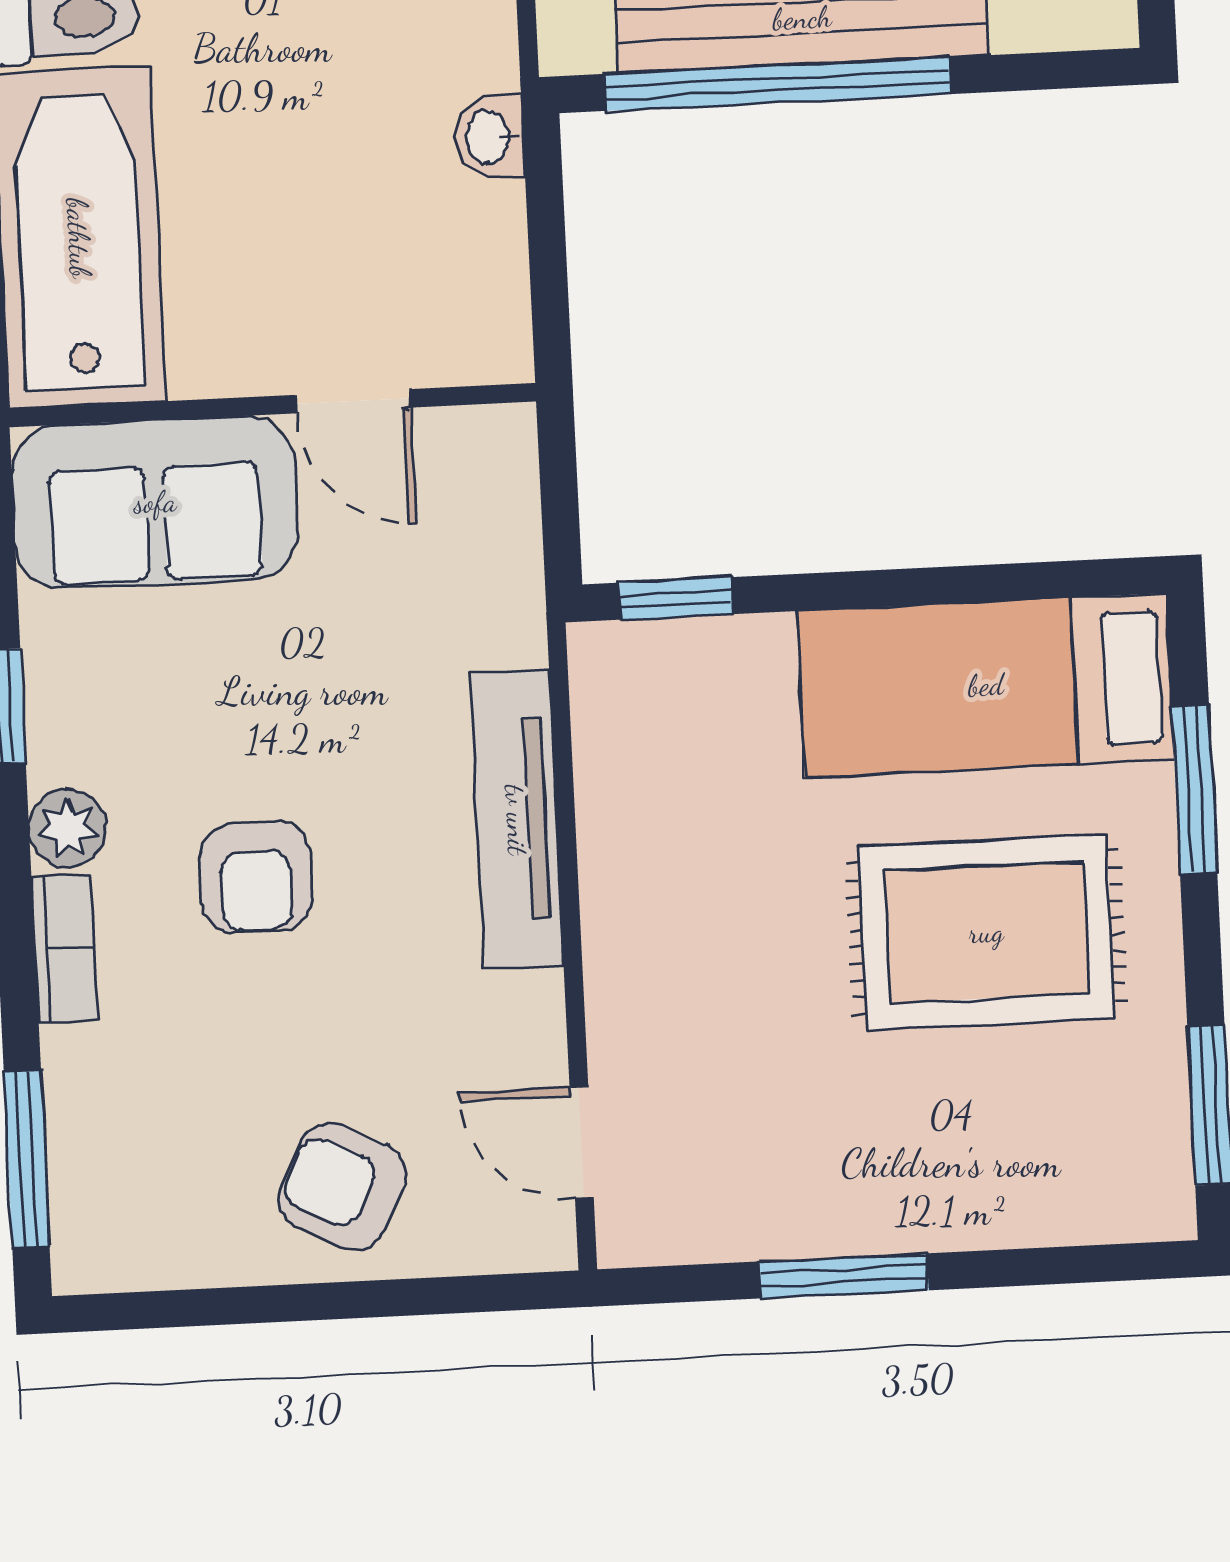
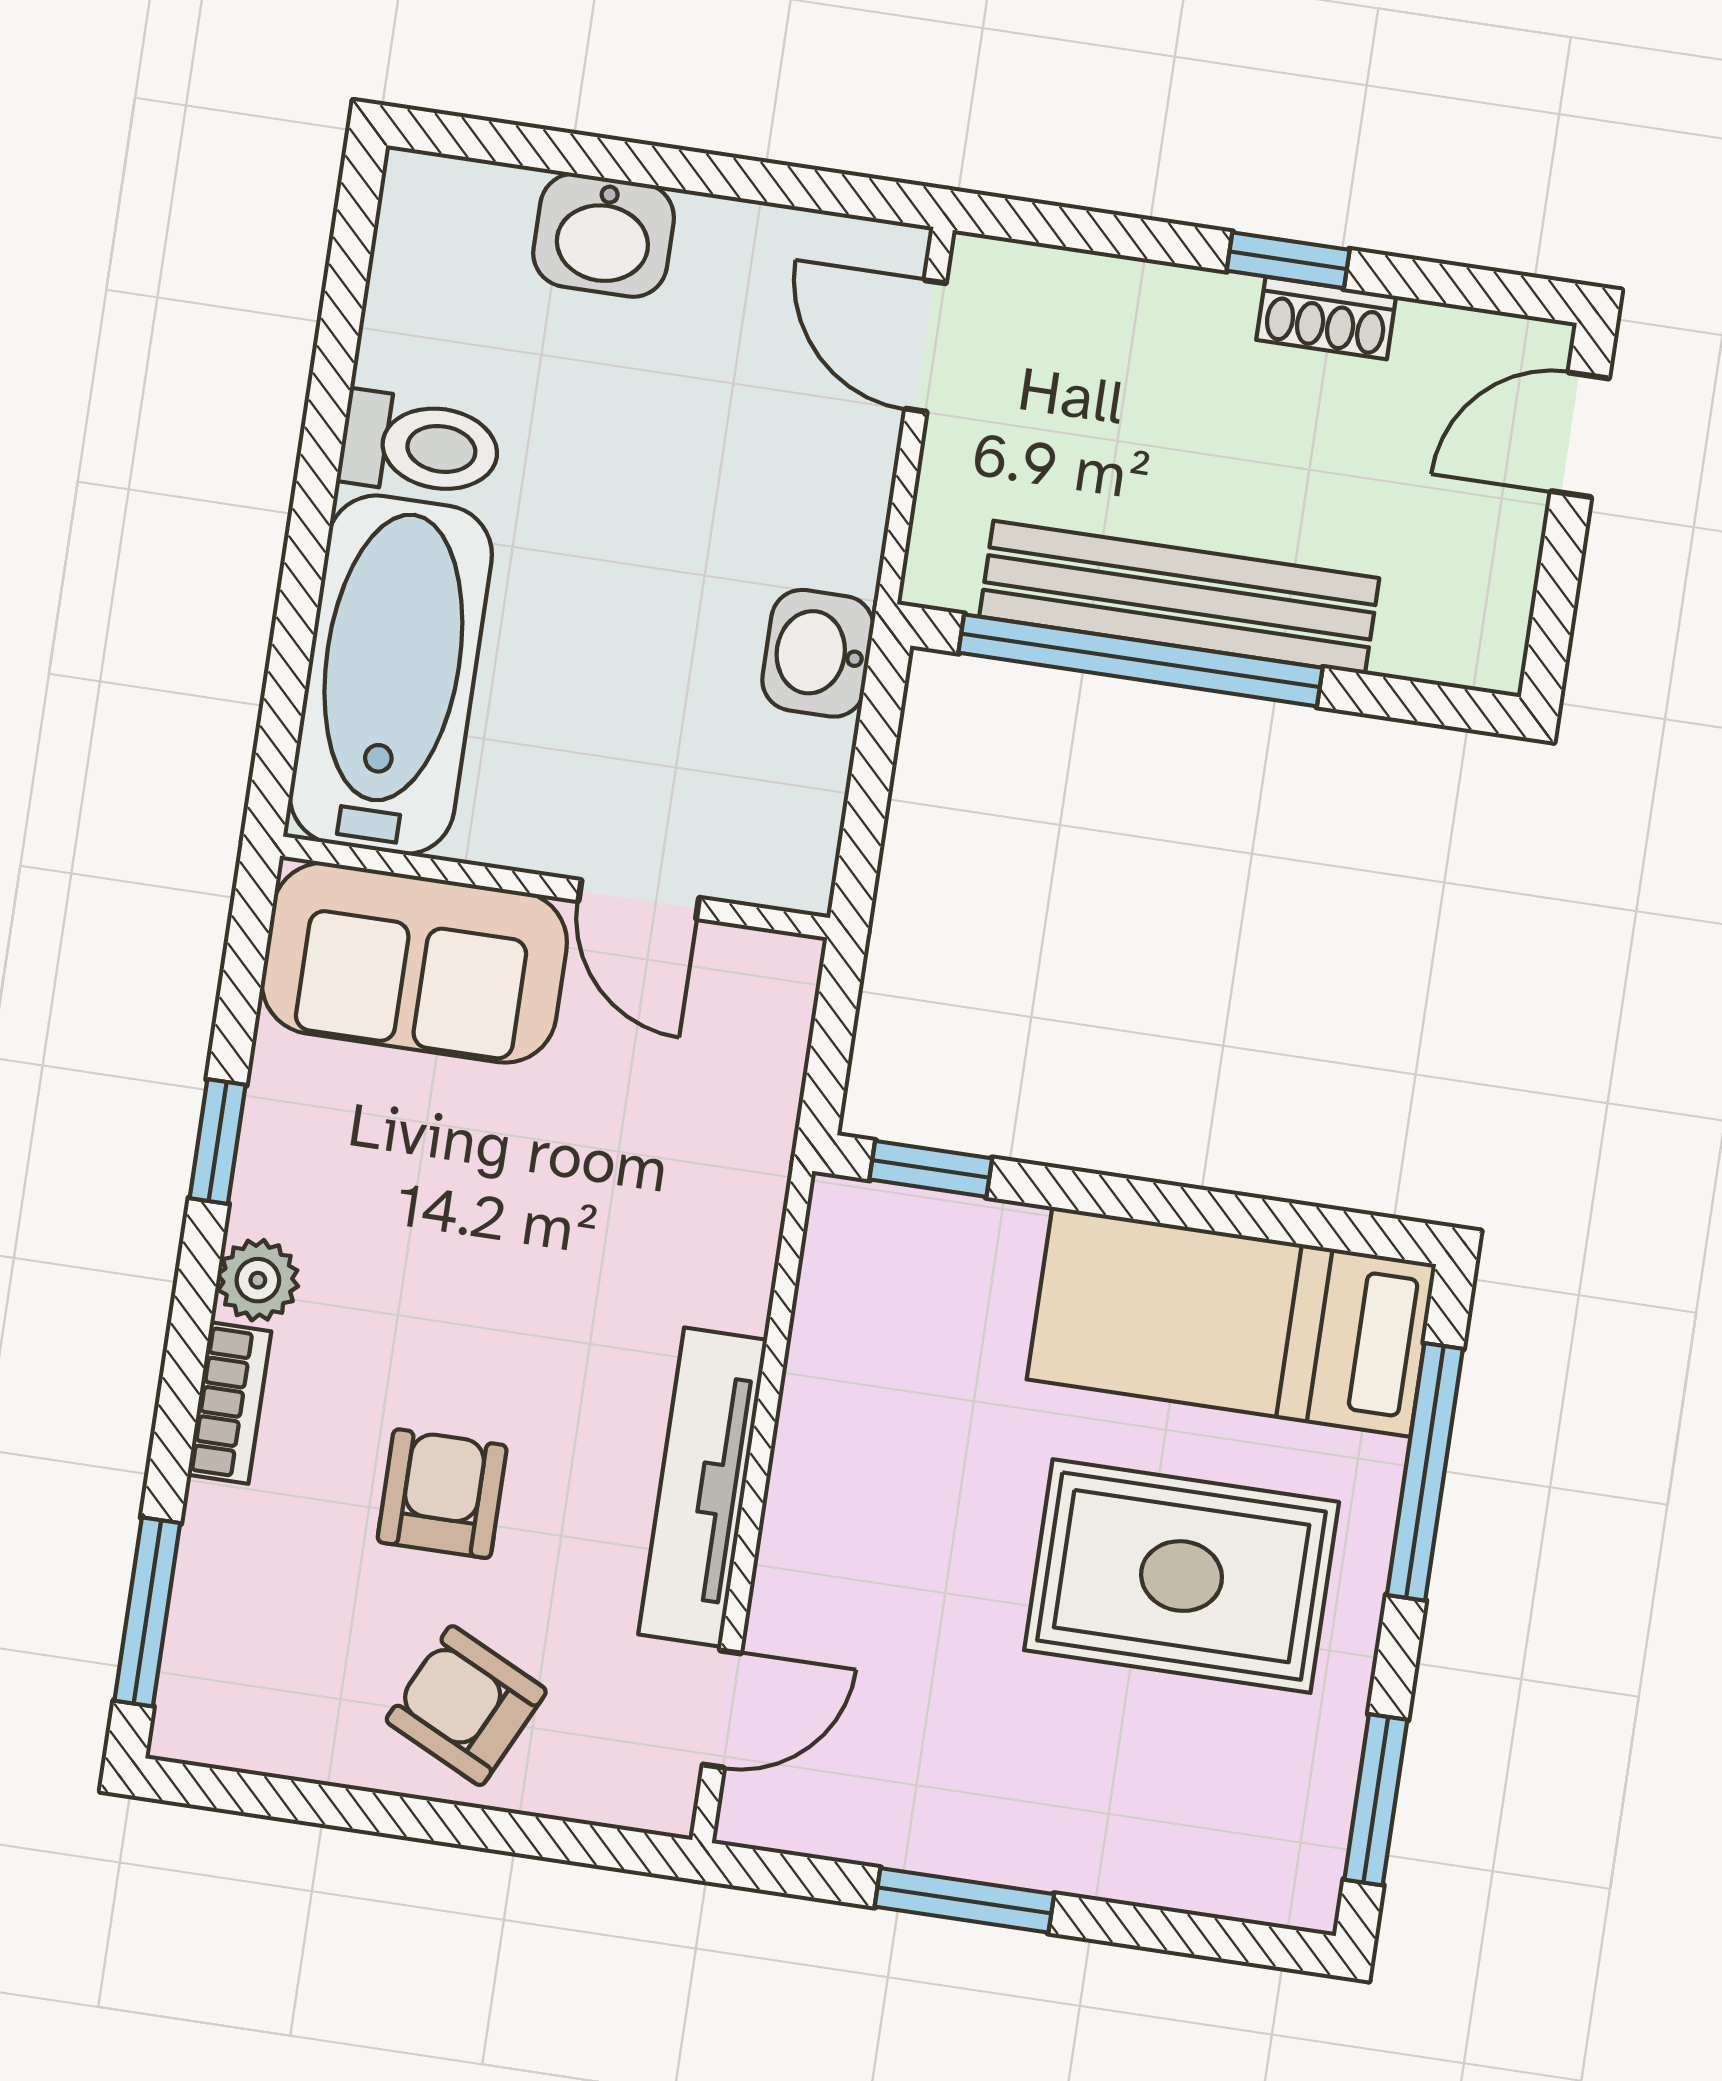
washbasin: (489, 137) -> (818, 653), width x1.38, depth x1.45
window: (1194, 789) -> (1425, 1472), width x1.44
tv unit: (517, 820) -> (703, 1487), moved
armchair: (256, 877) -> (442, 1494), moved, turned 180
door: (582, 1142) -> (722, 1709), swing flipped

